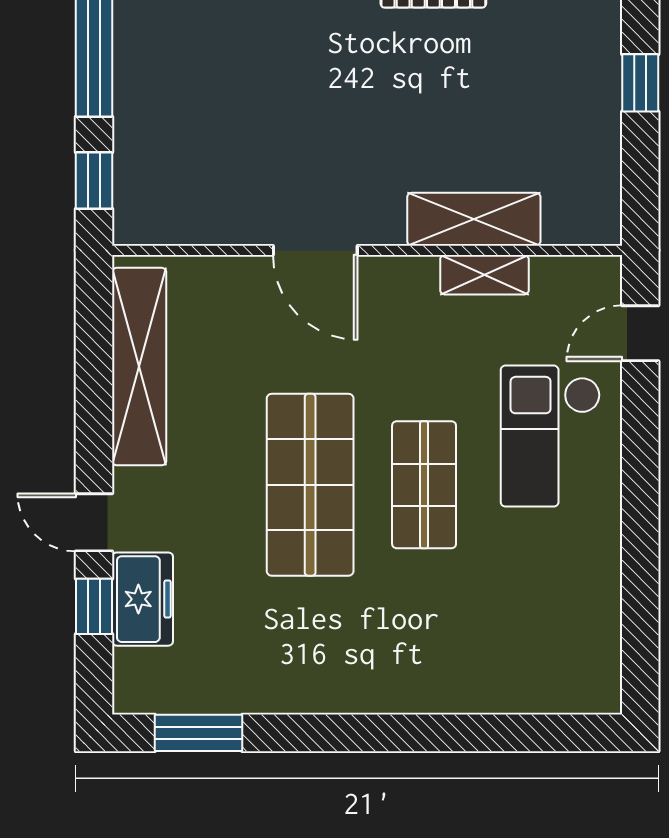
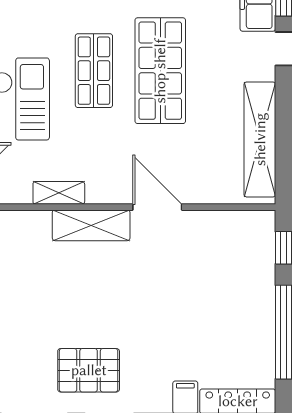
shelving: (474, 219) -> (91, 225), moved

